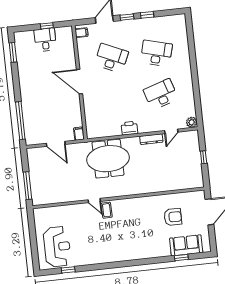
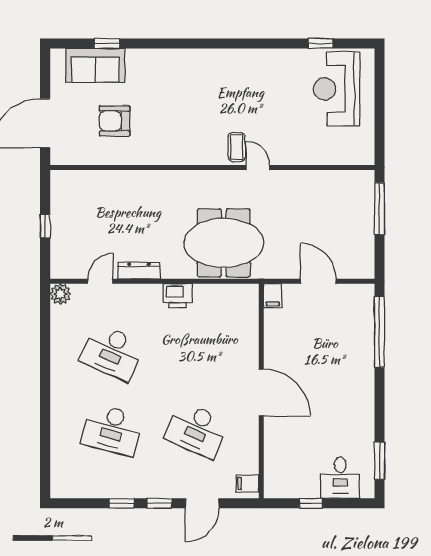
desk: (45, 40) -> (340, 478), moved
desk: (161, 94) -> (112, 352), turned 42

